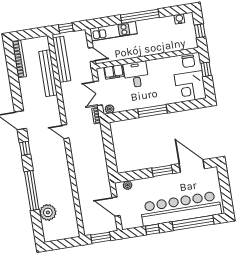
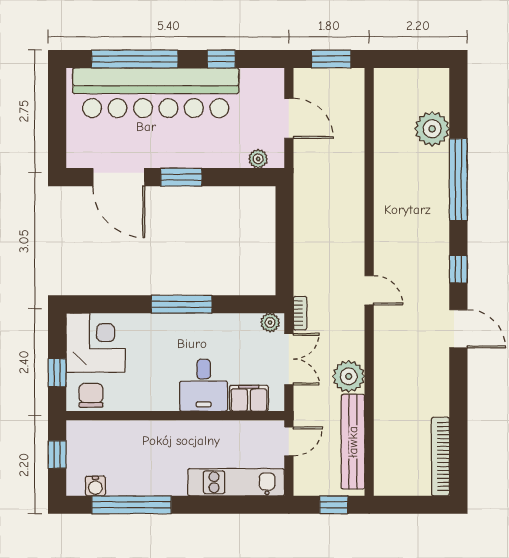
window: (140, 16) -> (132, 505), moved
door: (92, 55) -> (289, 441), swing flipped
bench: (48, 73) -> (386, 417), removed
plant: (69, 90) -> (349, 376), added

